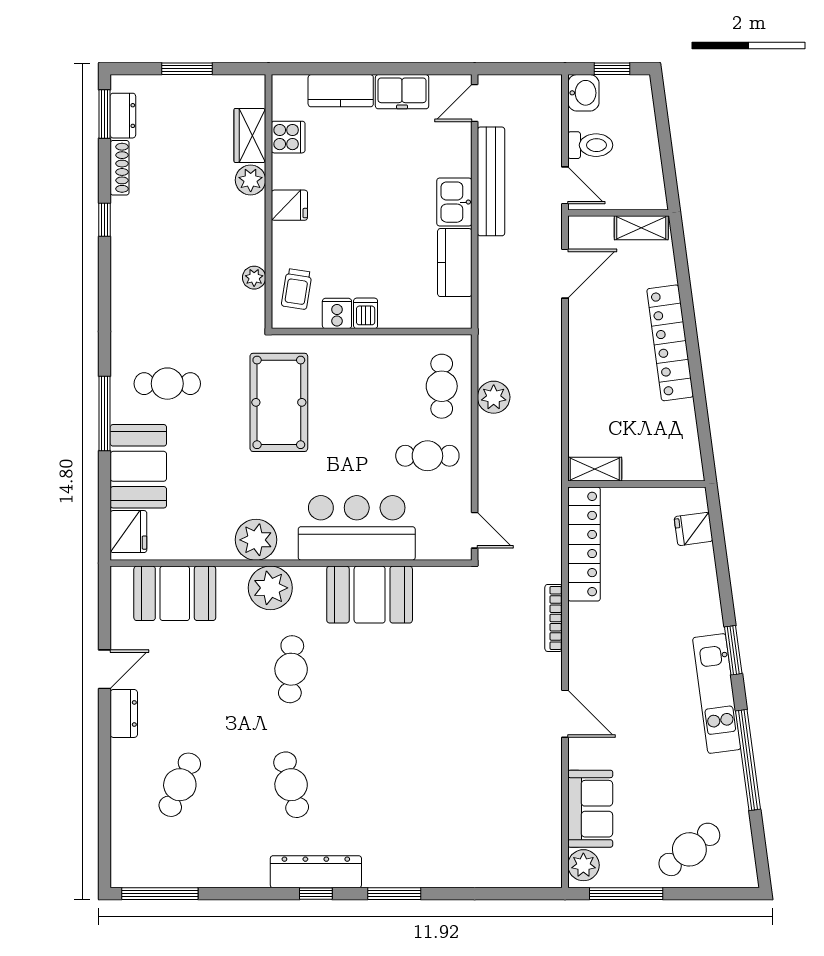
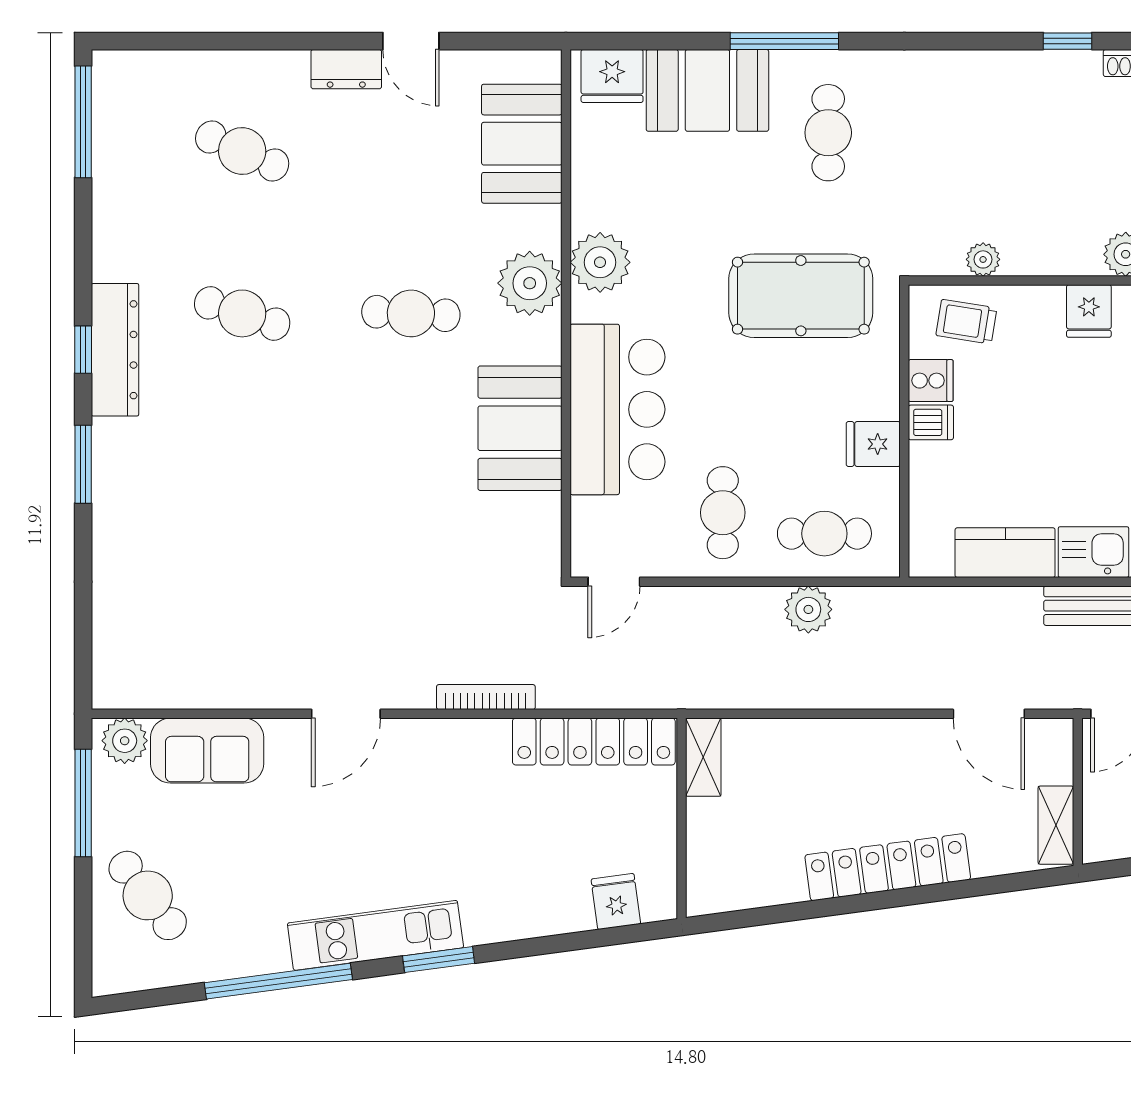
fridge: (380, 353) -> (873, 444), added
cafe table: (291, 785) -> (242, 313), turned 33

